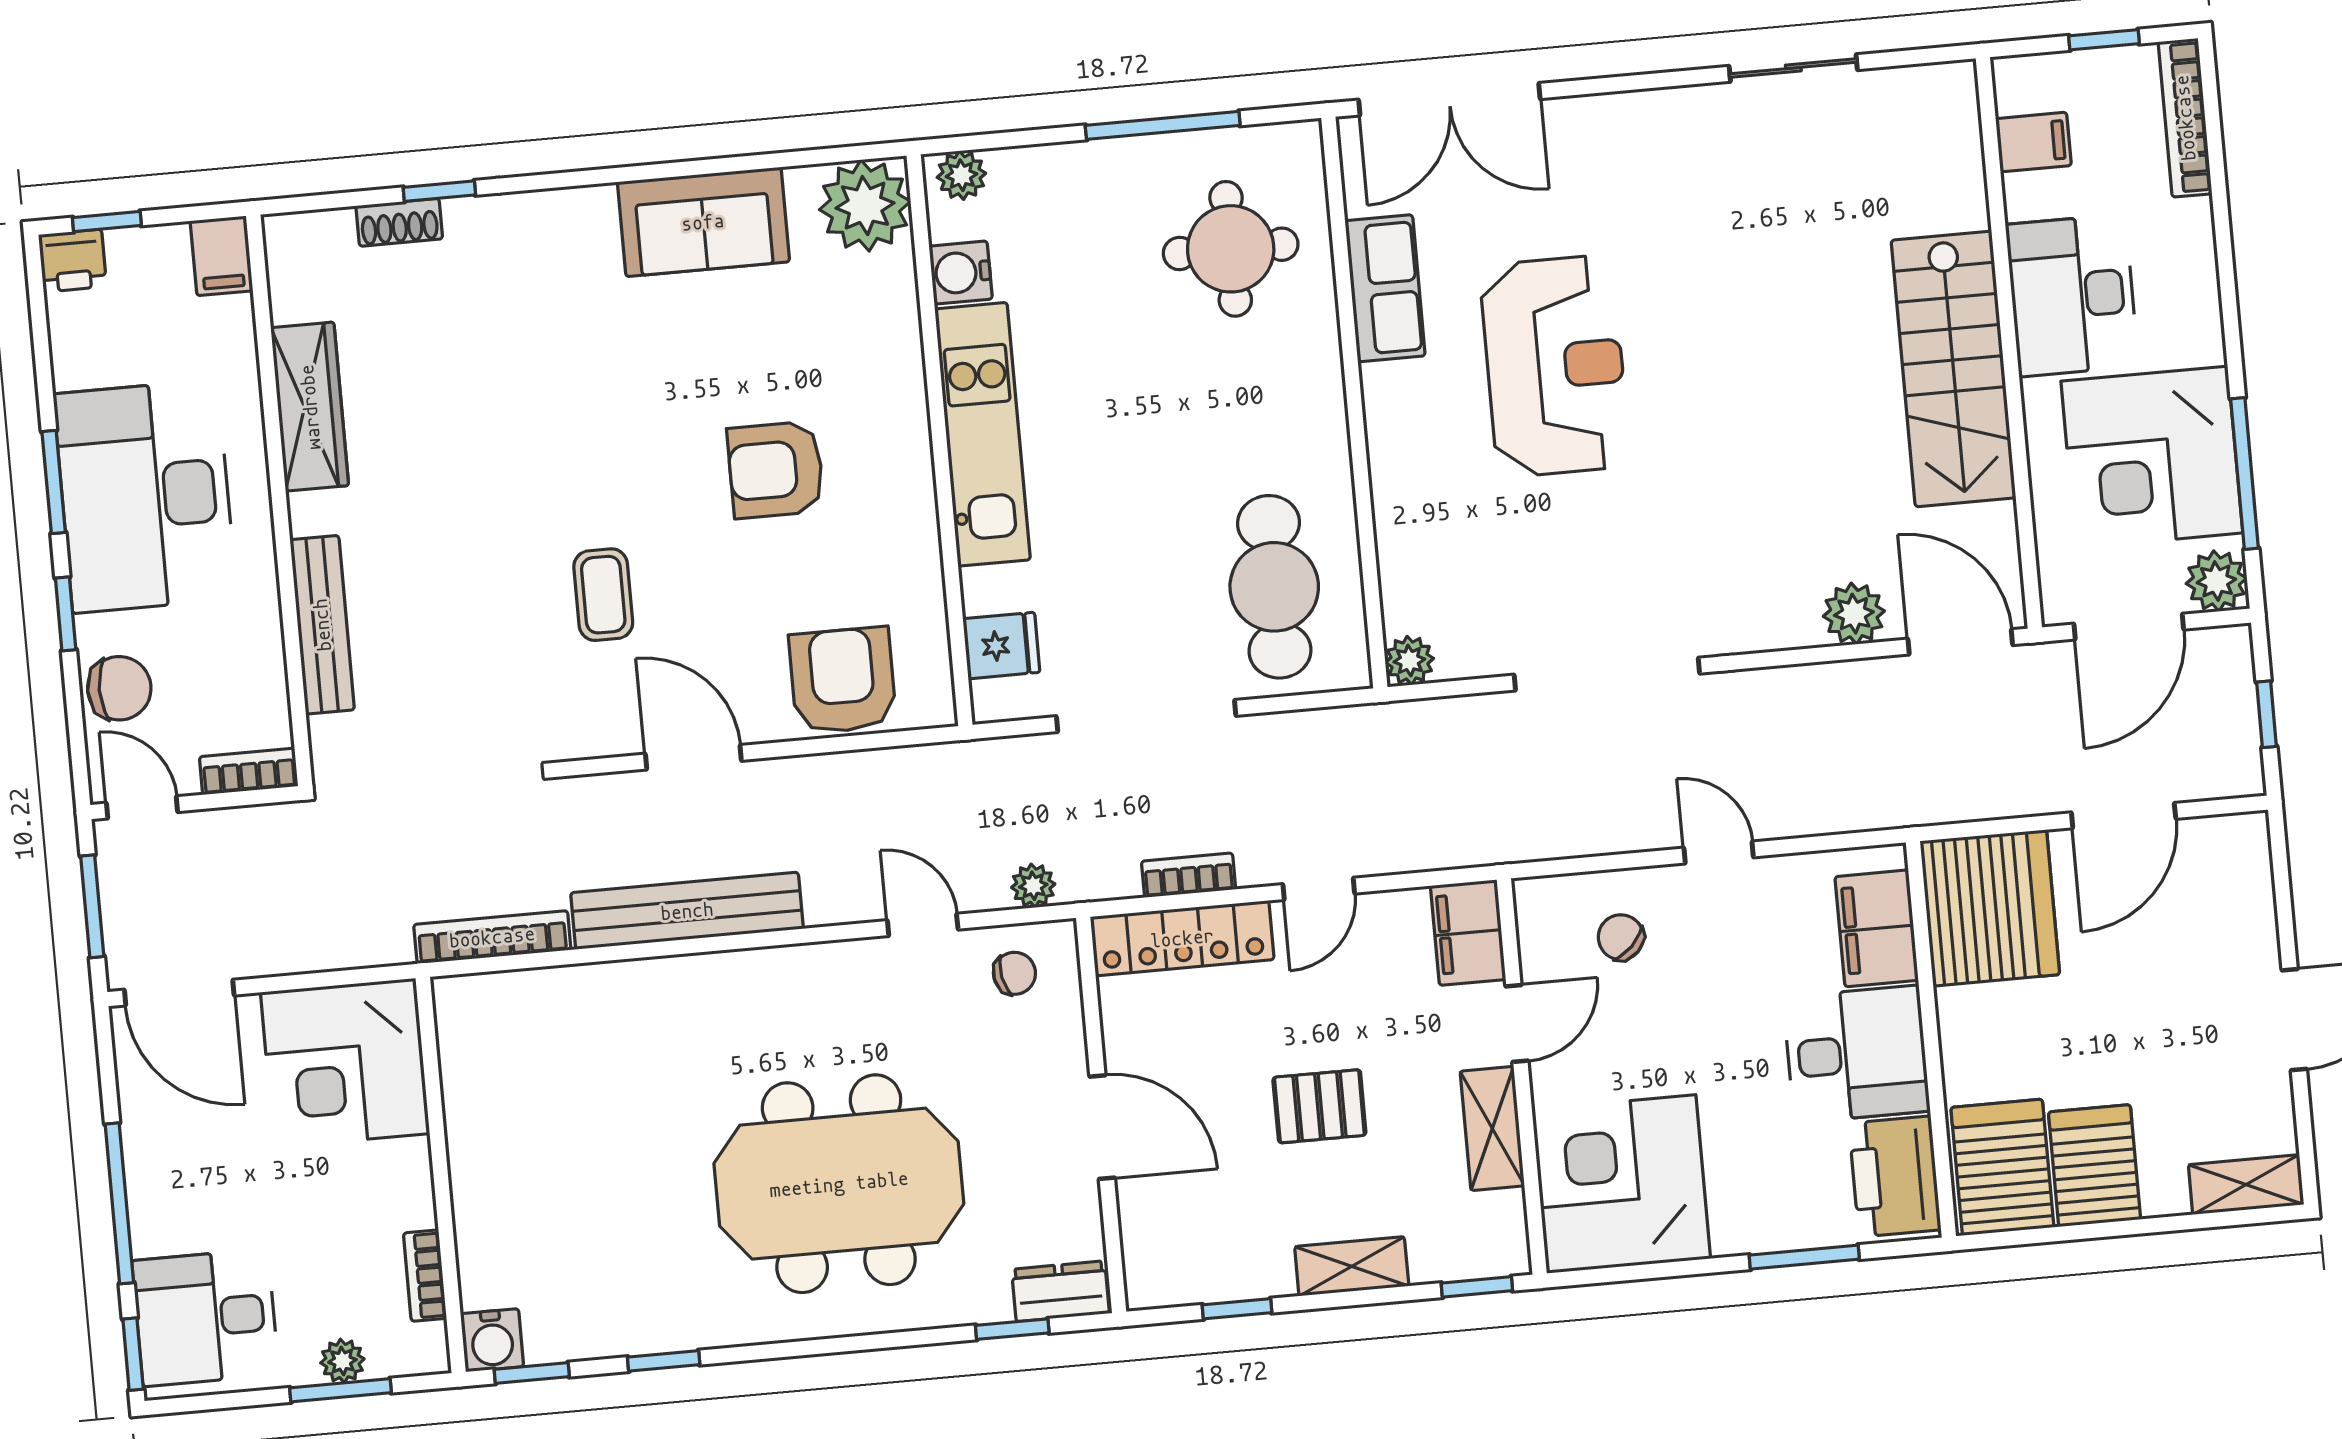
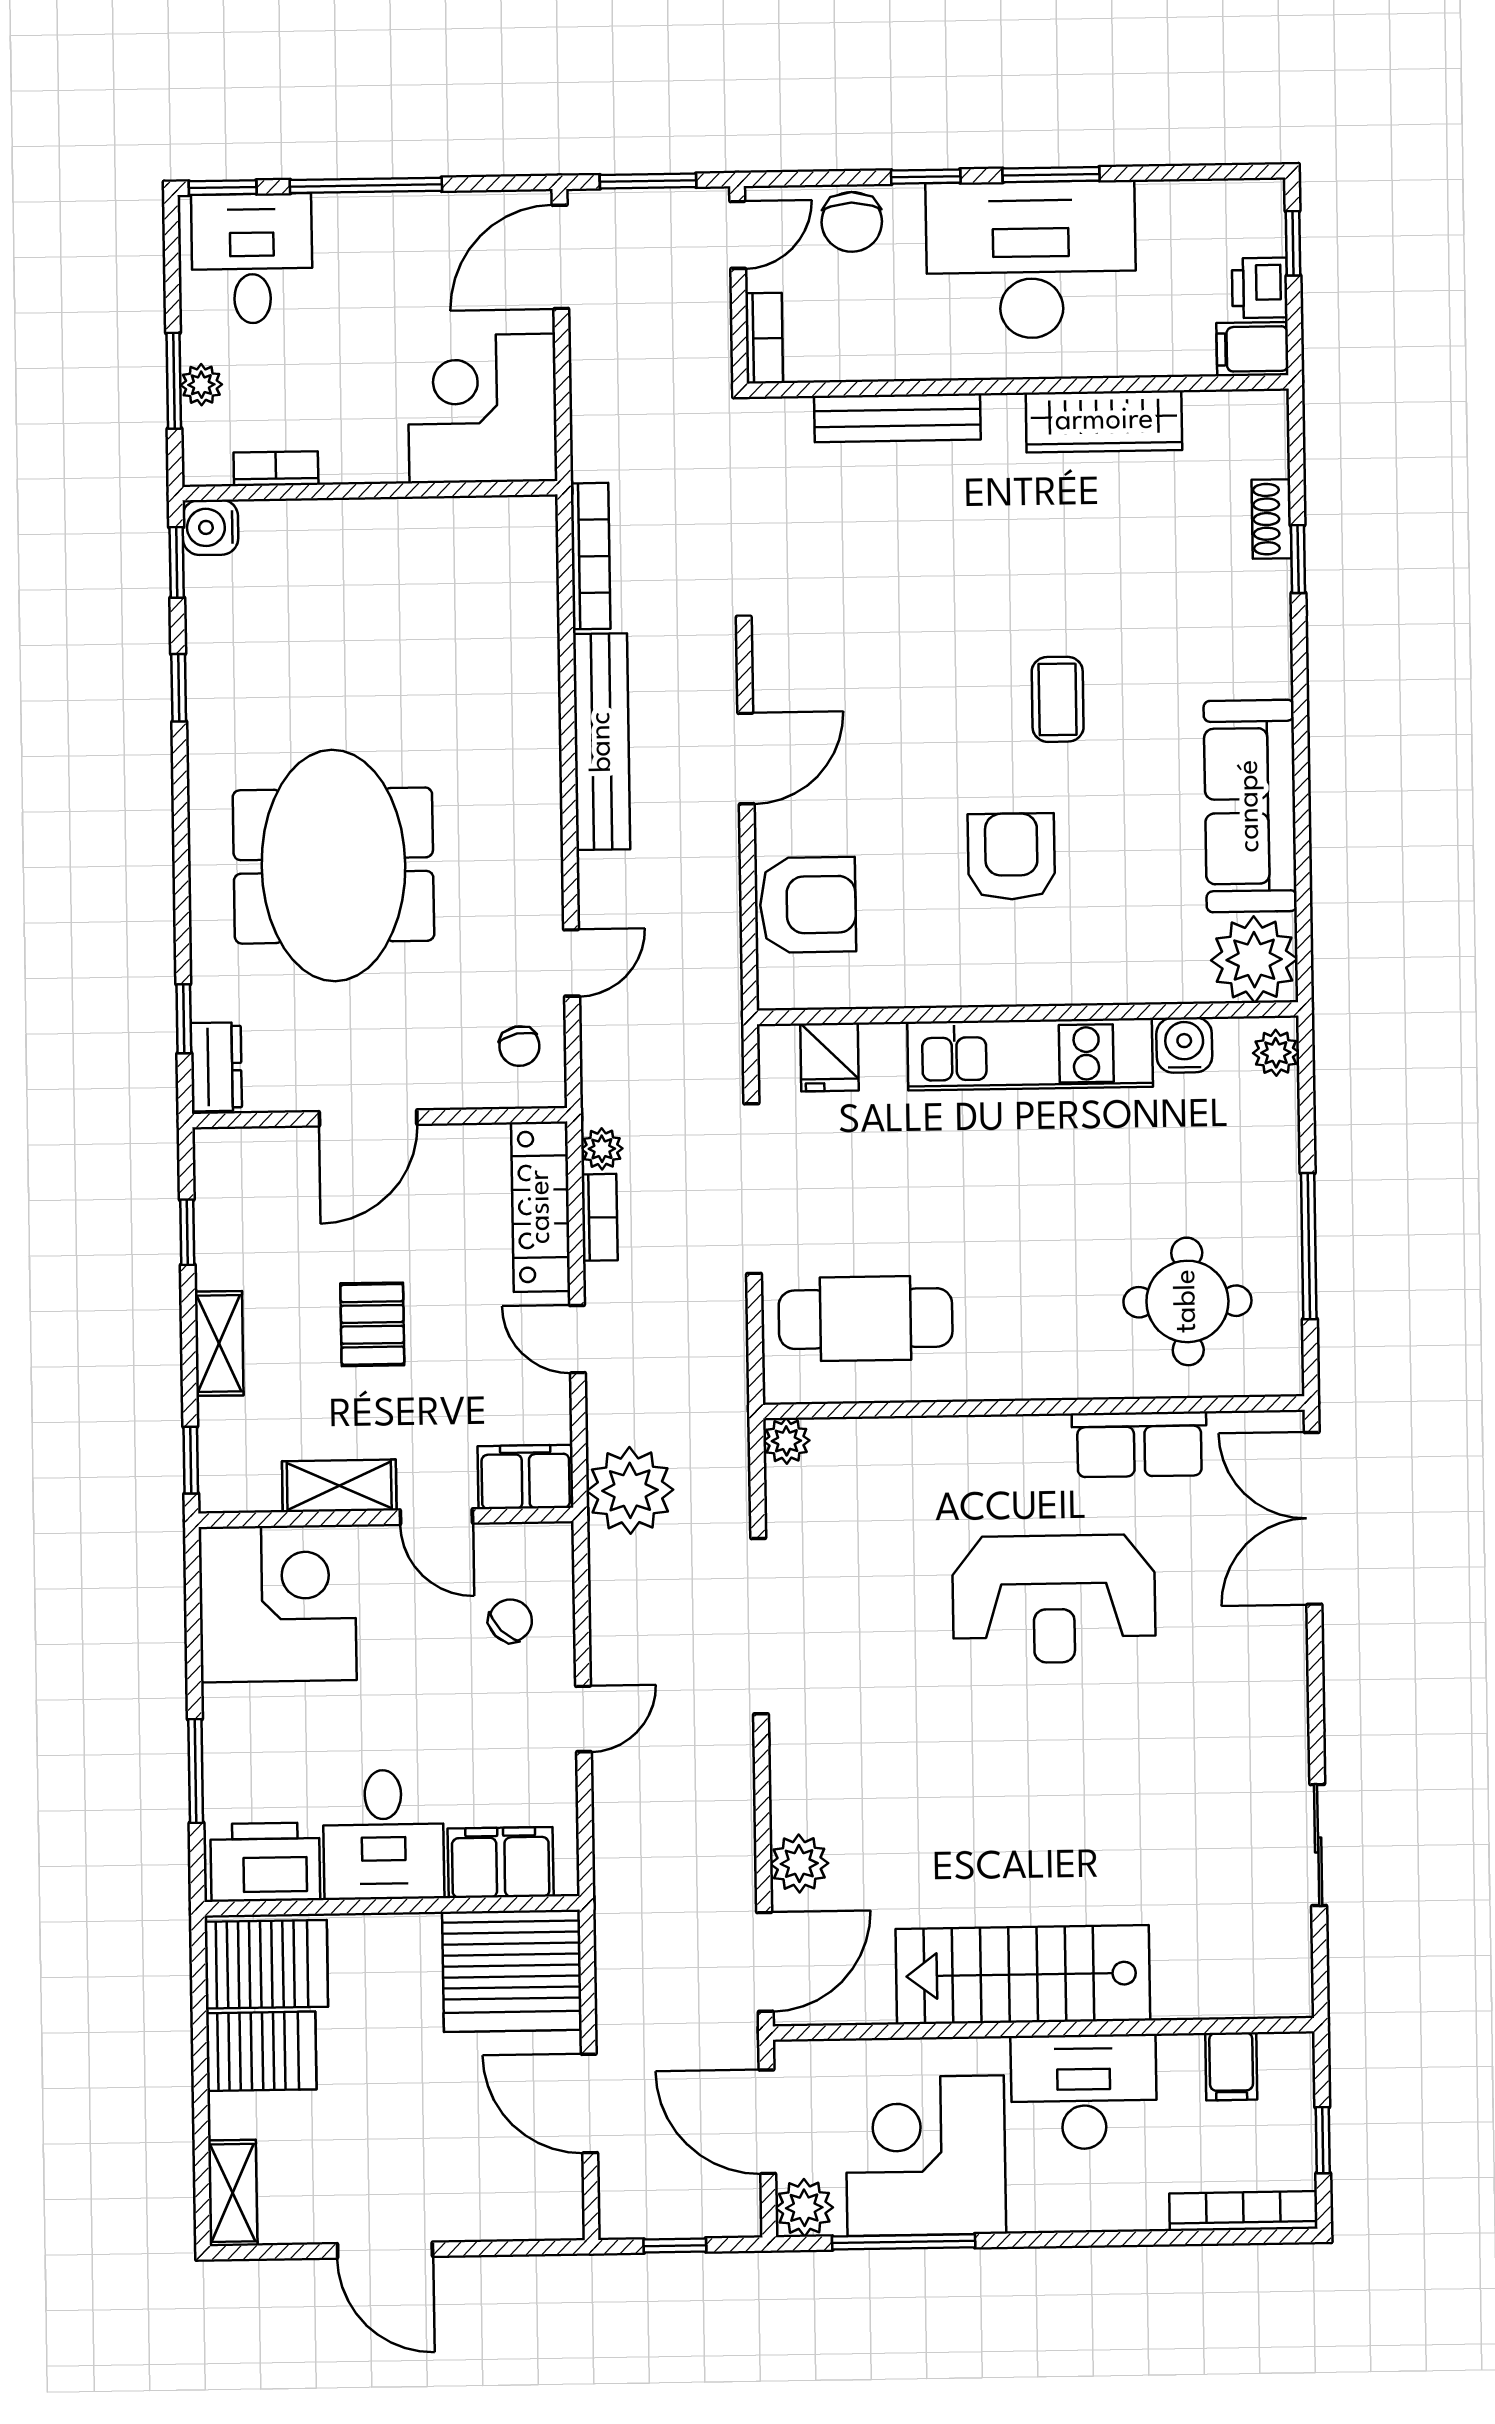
sofa: (703, 222) -> (1250, 806), width x1.36
printer: (72, 261) -> (1260, 288), moved
coffee table: (603, 595) -> (1058, 699), moved, turned 90
plant: (1474, 822) -> (630, 1490), added
plant: (1033, 886) -> (602, 1149), moved

